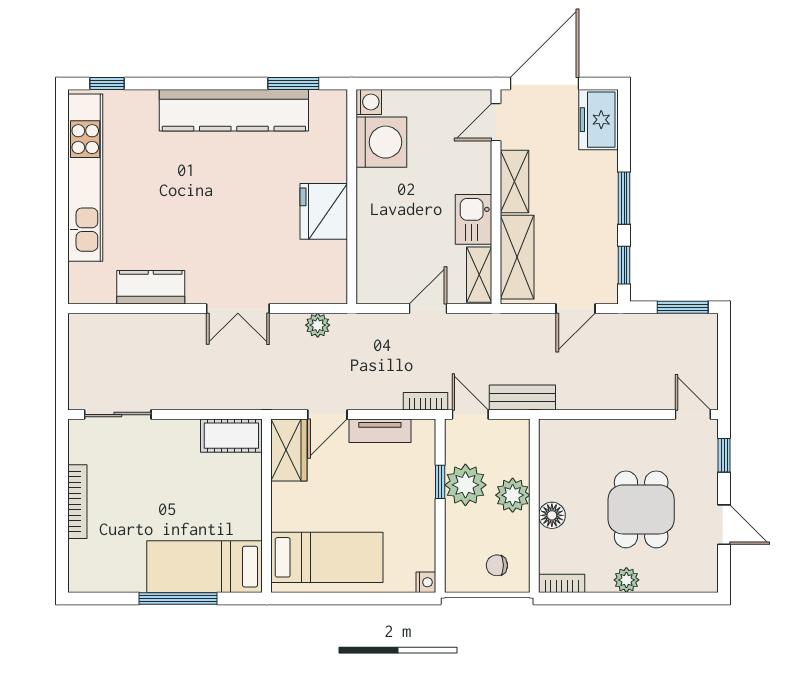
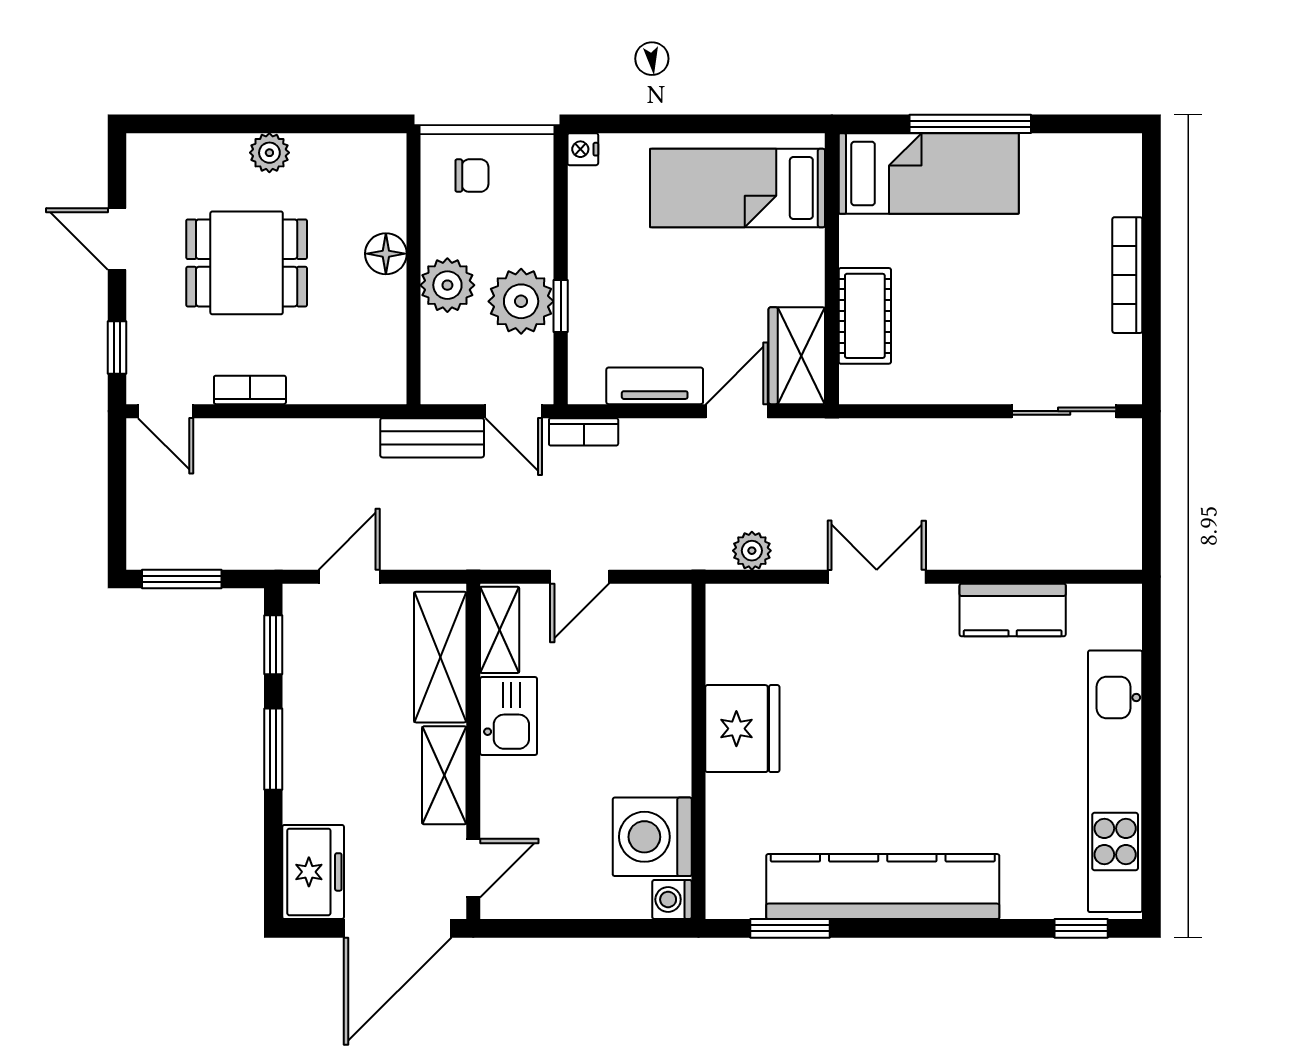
cot: (231, 436) -> (865, 316), moved, turned 90
dining table: (641, 509) -> (247, 263), turned 90
bookcase: (562, 583) -> (250, 390), moved, turned 180

